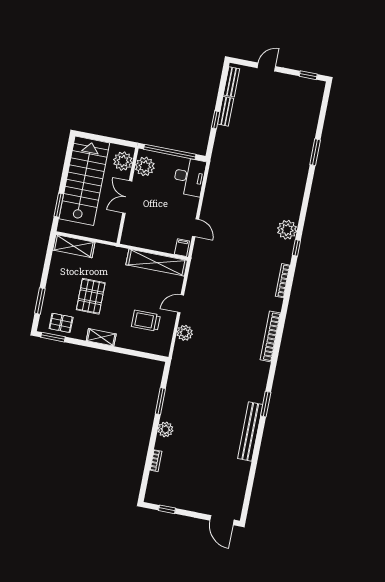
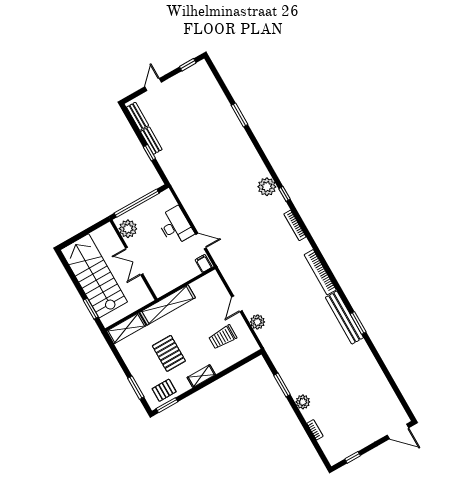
plant: (123, 161) -> (109, 238), removed
desk: (189, 177) -> (175, 226), moved
shelving: (157, 263) -> (168, 305), moved
bench: (250, 432) -> (344, 318), moved

